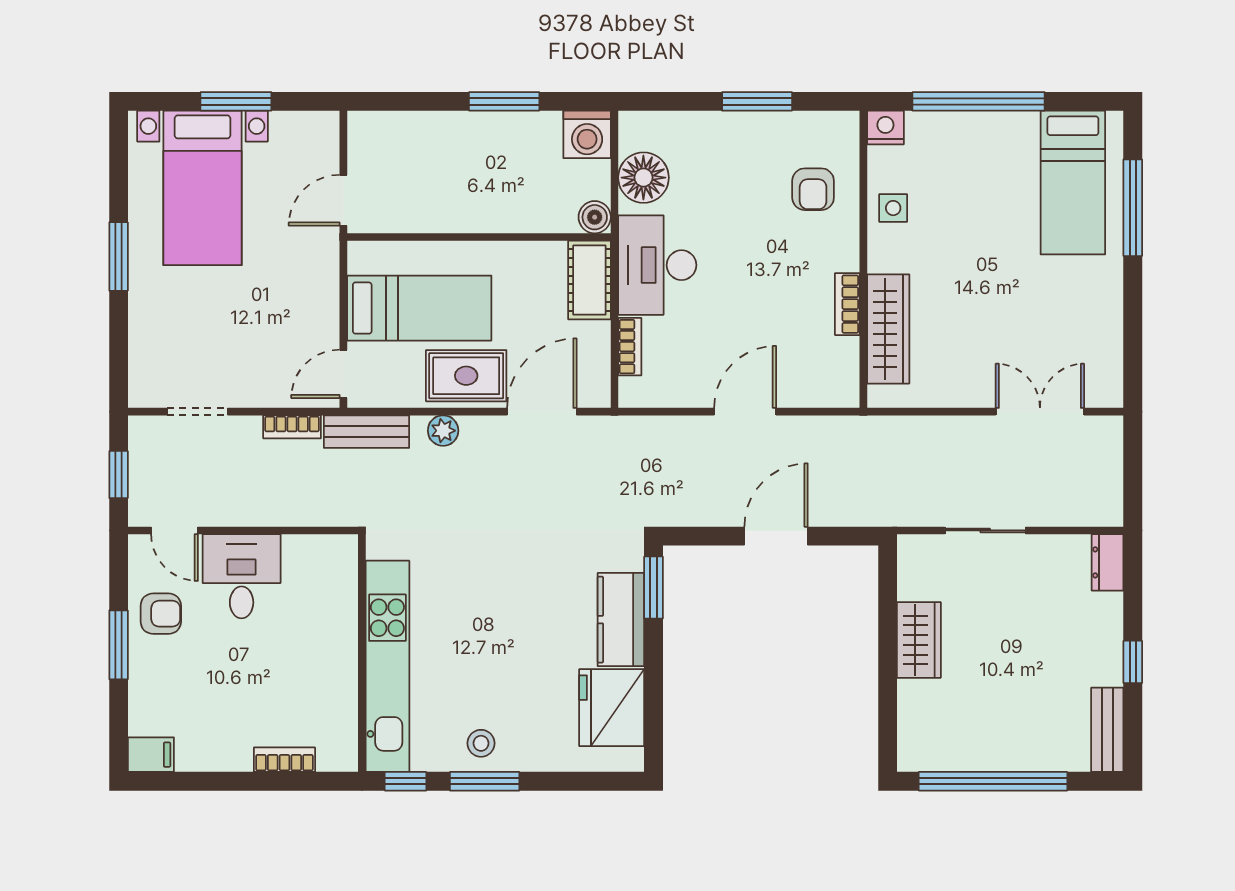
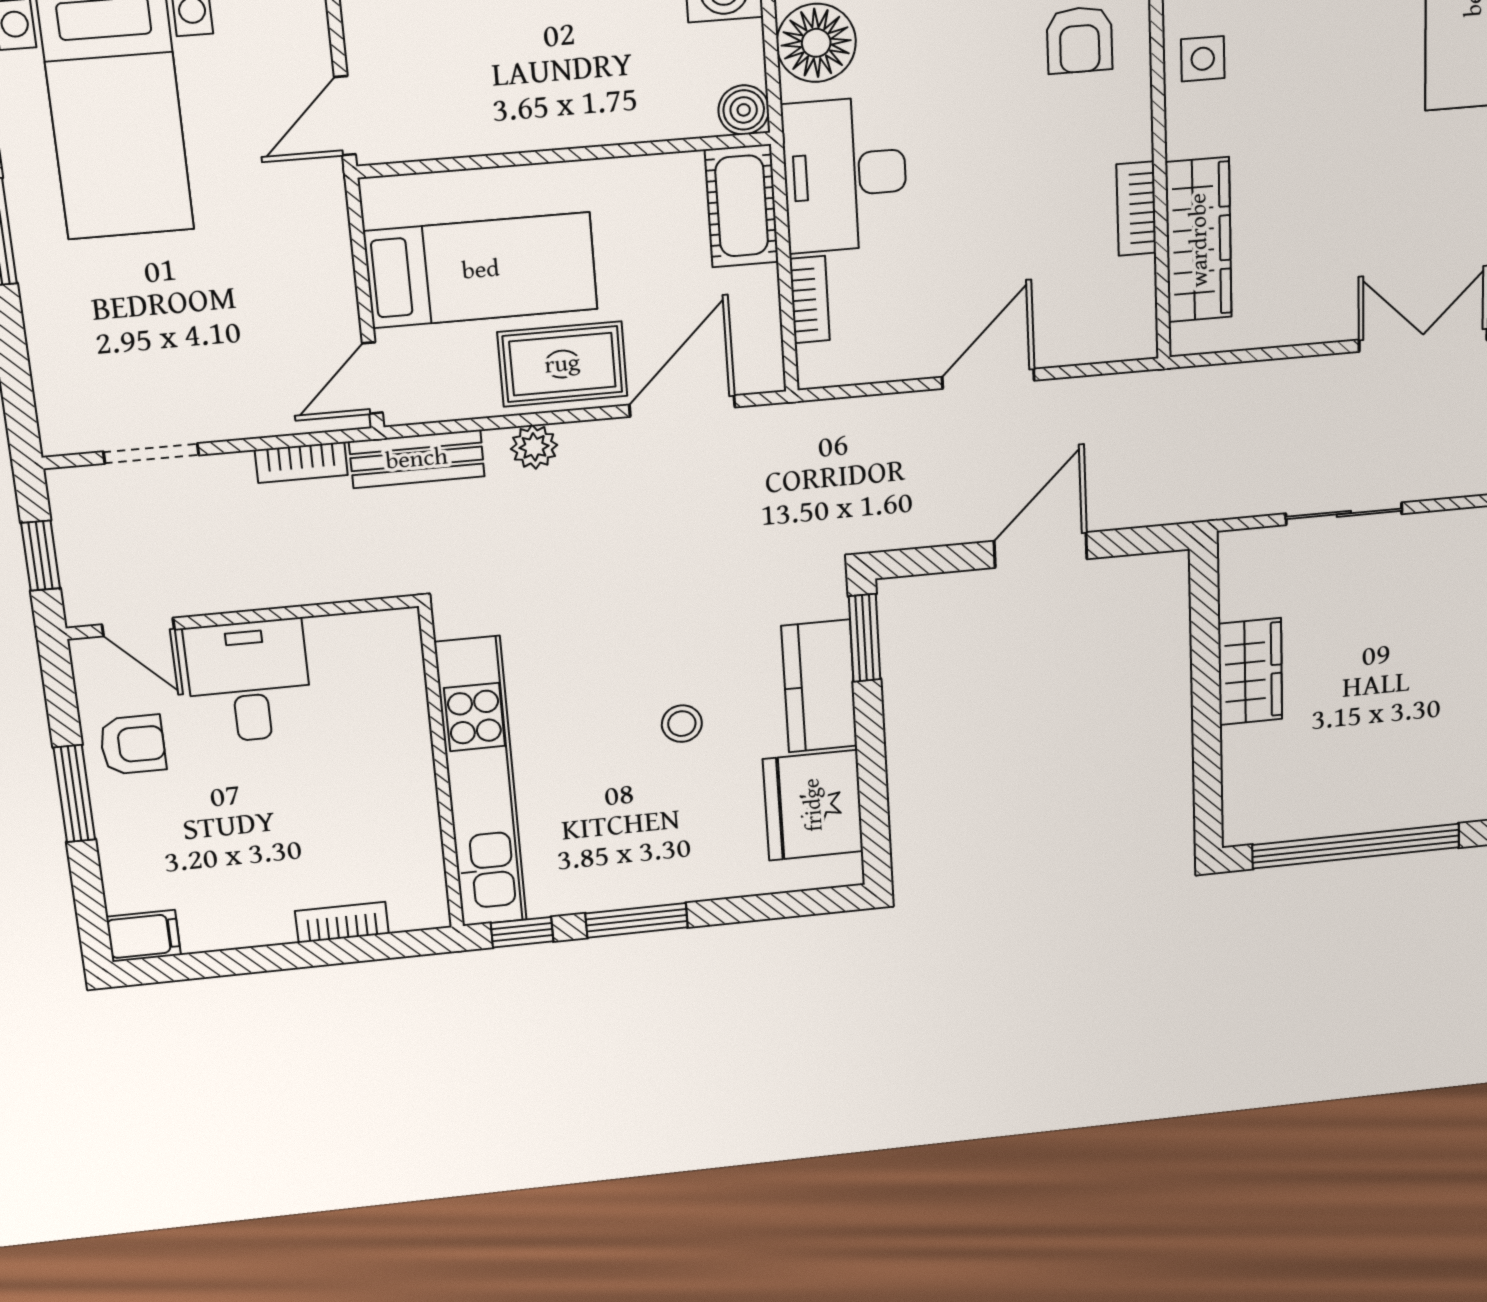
stool: (481, 743) -> (682, 724), moved

